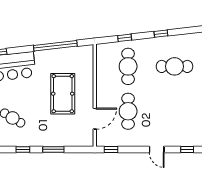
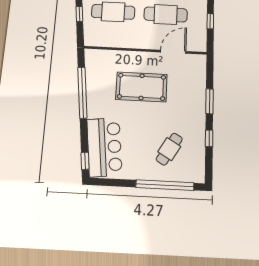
door: (95, 119) -> (173, 52), hinge flipped
window: (111, 149) -> (210, 21), moved

